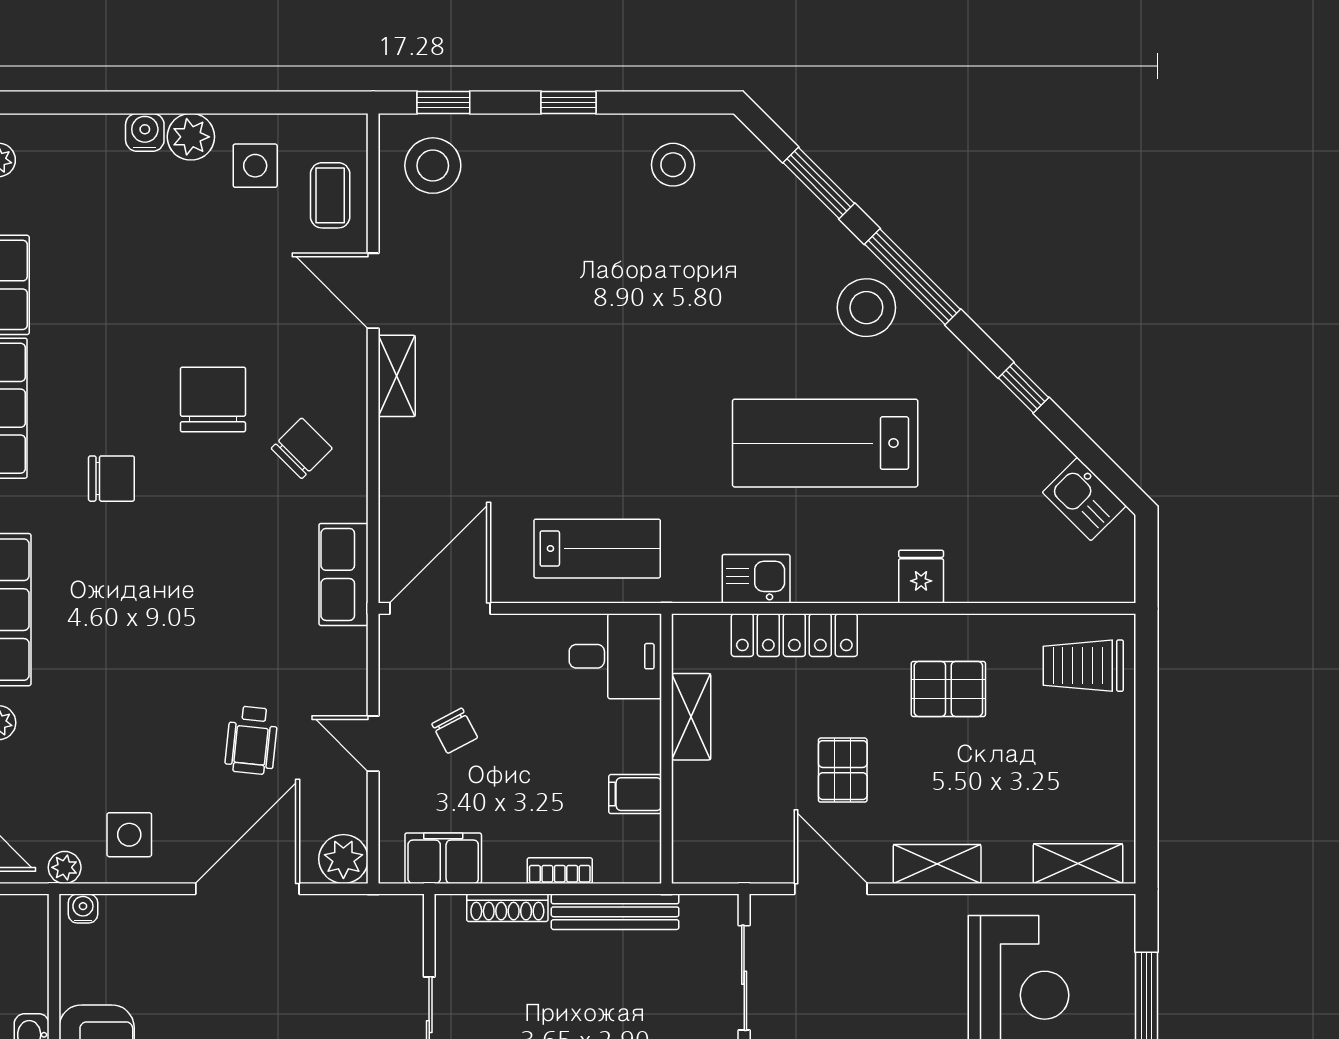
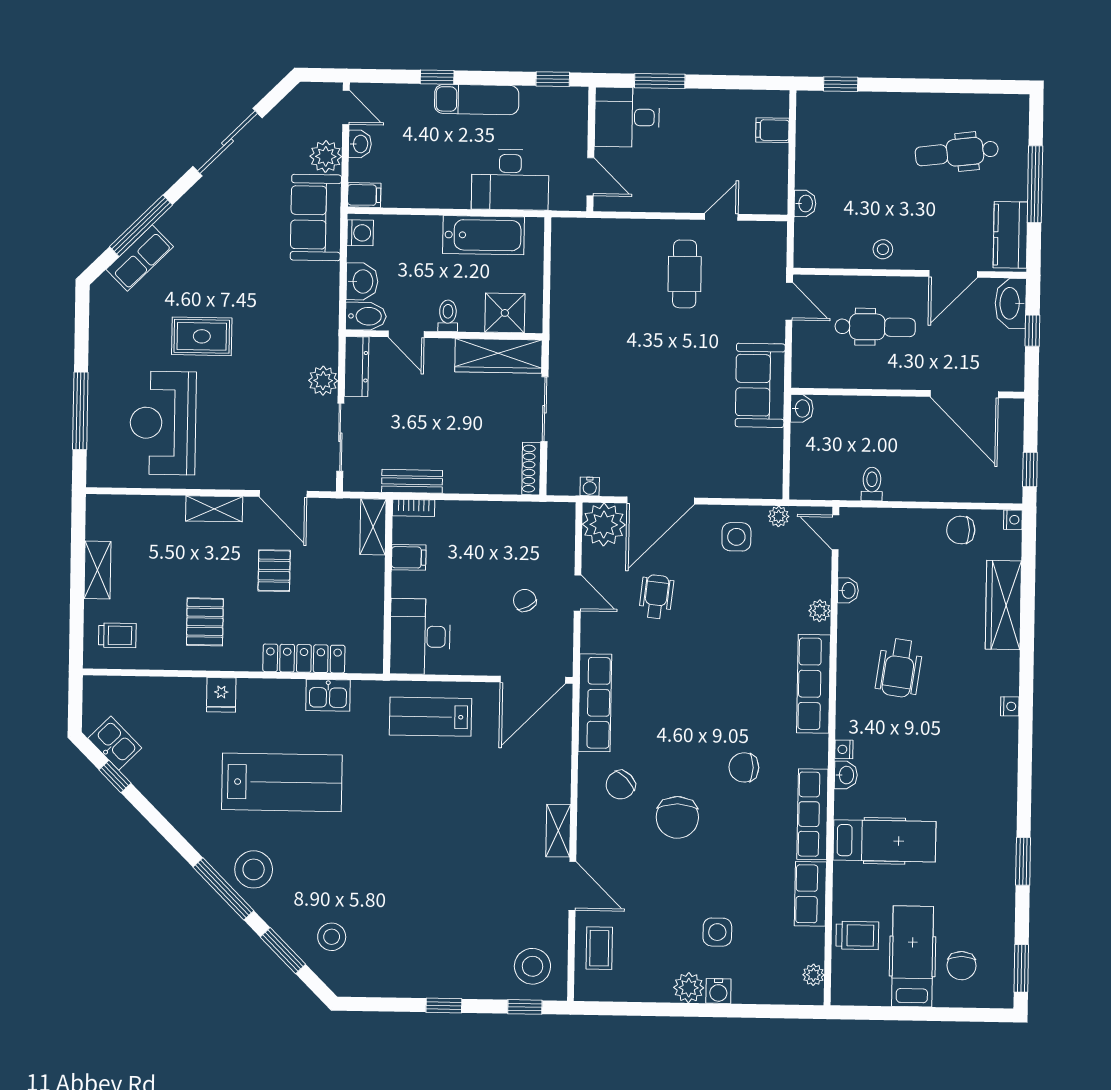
stool: (673, 165) -> (332, 937), moved
side table: (255, 166) -> (717, 932), moved
window: (1023, 388) -> (115, 777), moved
row of seats: (344, 574) -> (595, 703), width x1.48
desk: (615, 656) -> (420, 637), width x1.37
trolley: (1083, 666) -> (117, 635), width x0.73, depth x0.72
pallet: (948, 689) -> (205, 622), turned 90
shelving: (691, 717) -> (373, 527), moved
filing cabinet: (443, 858) -> (534, 518), removed
plant: (343, 859) -> (604, 525), width x1.36, depth x1.36
shelving: (1078, 864) -> (97, 570), moved, turned 90
bookcase: (560, 871) -> (414, 508), moved
water cooler: (83, 908) -> (590, 487), moved
shoe rack: (507, 908) -> (531, 469), moved, turned -90
bench: (615, 912) -> (412, 481), width x0.73

